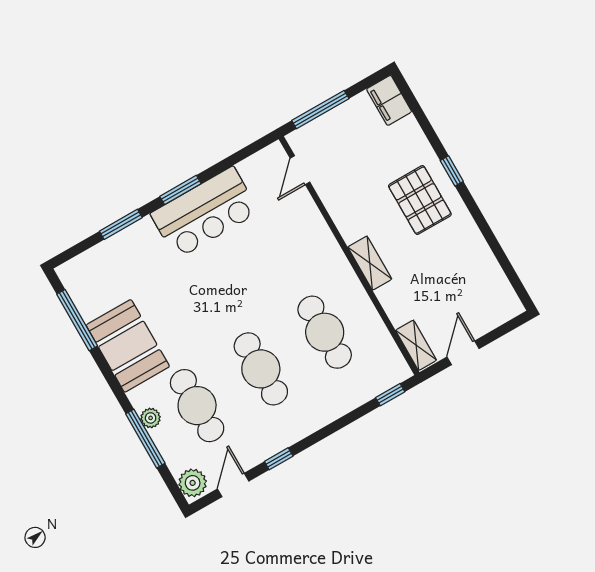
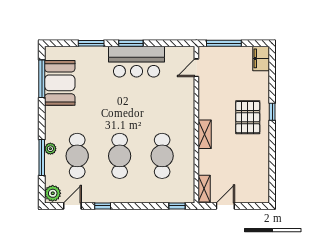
booth: (128, 346) -> (60, 83), moved

